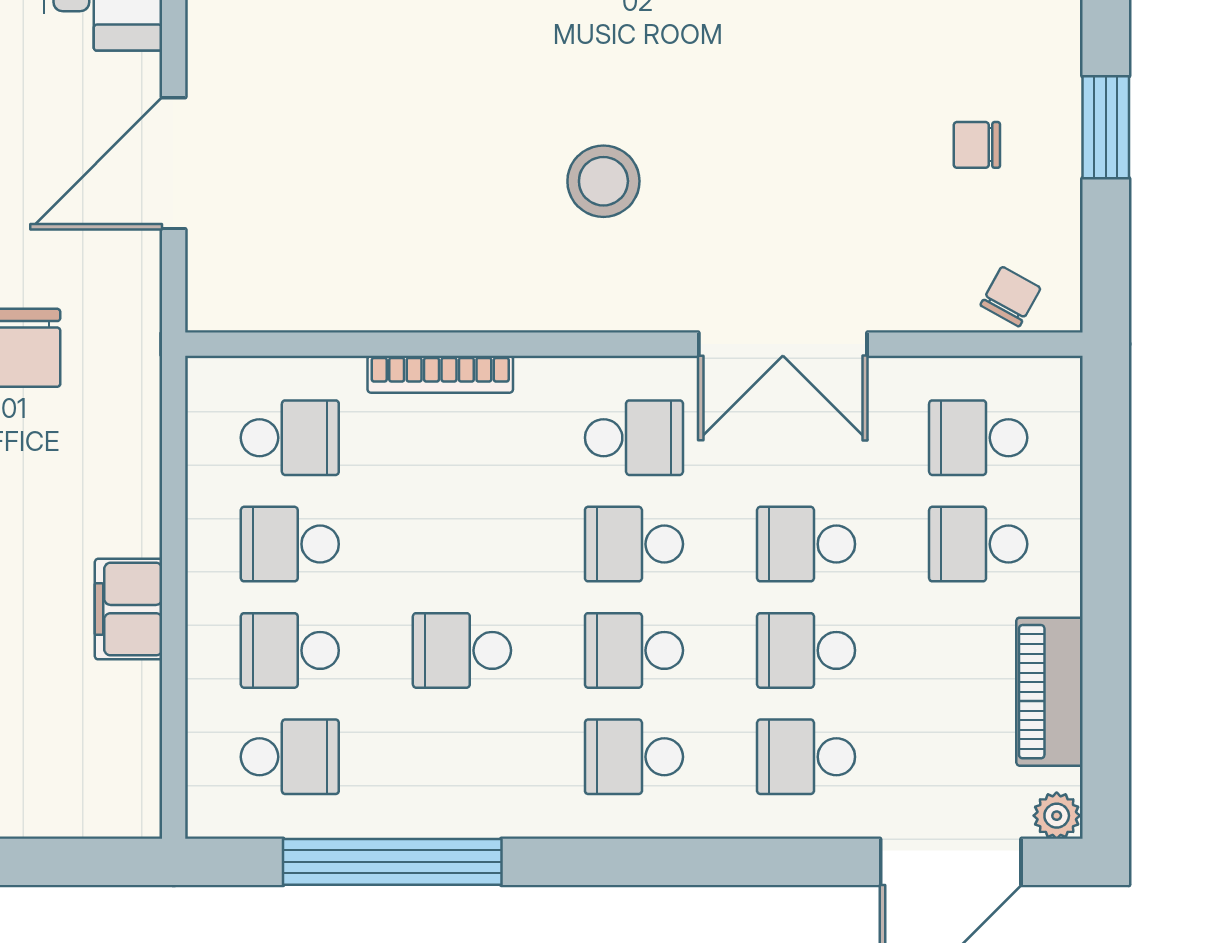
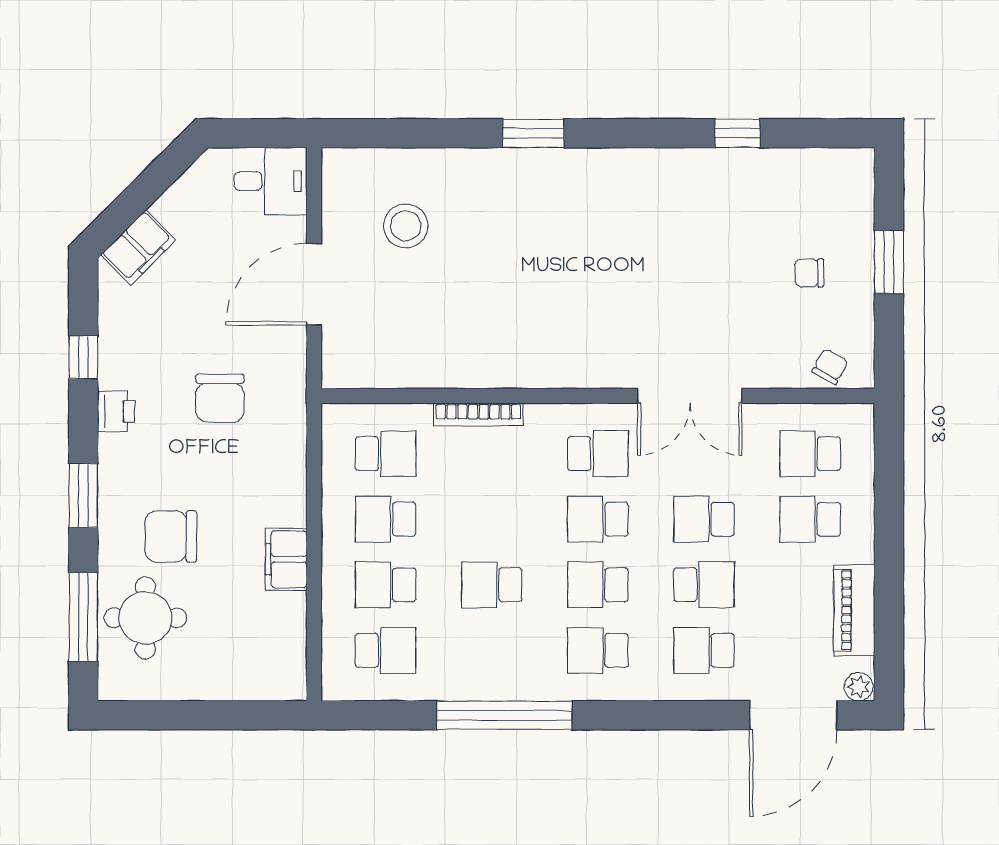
stool: (603, 181) -> (406, 226), moved
school desk: (806, 650) -> (704, 585), turned 180
window: (392, 862) -> (504, 715), moved

